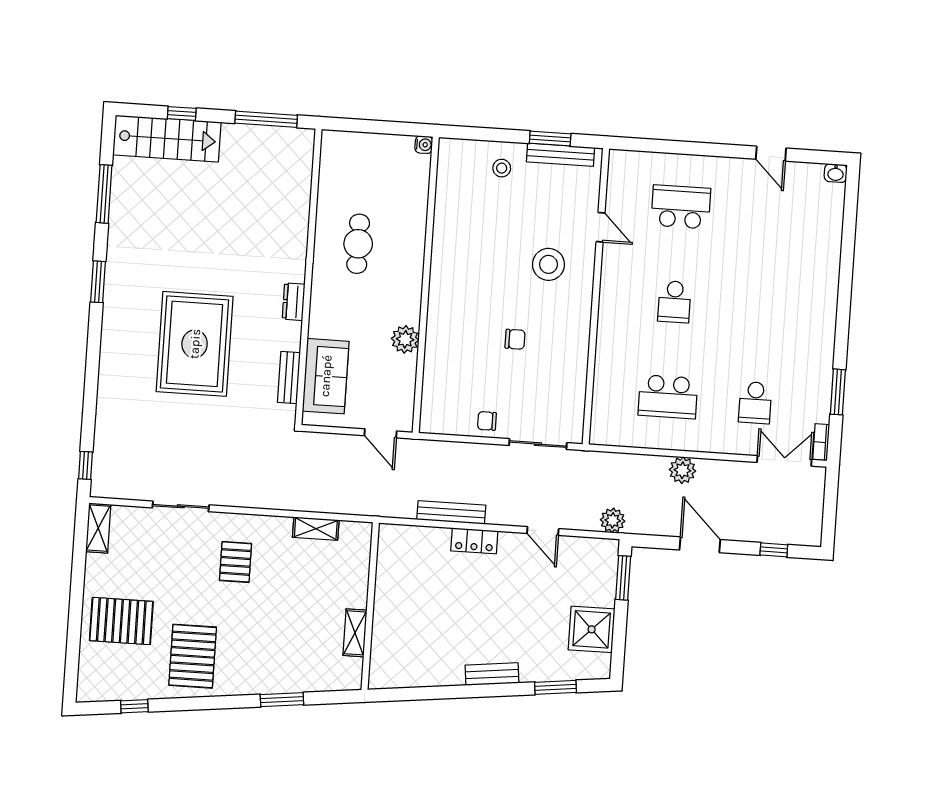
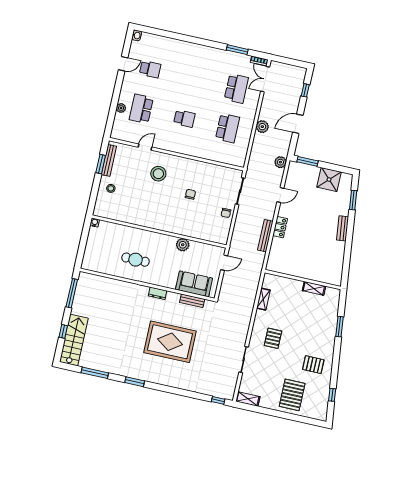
plant: (676, 163) -> (121, 108), added
school desk: (768, 213) -> (150, 69), added
school desk: (755, 403) -> (236, 88), width x1.85
pallet: (236, 562) -> (273, 338), turned 90
pallet: (193, 656) -> (313, 365), width x0.67, depth x0.71

